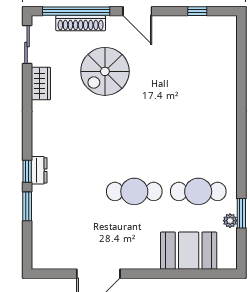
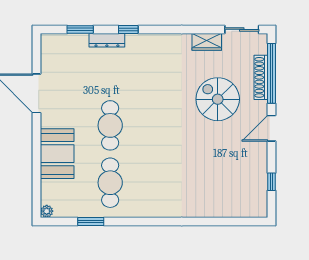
dresser: (39, 170) -> (107, 40), moved, width x1.44
window: (27, 206) -> (80, 29), moved
plant: (230, 221) -> (47, 211), moved
booth: (189, 251) -> (57, 154), moved

